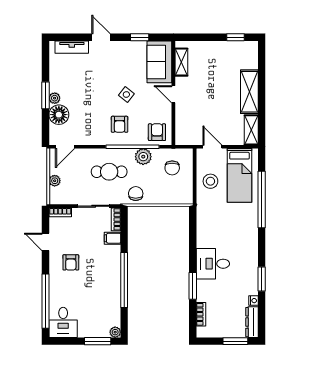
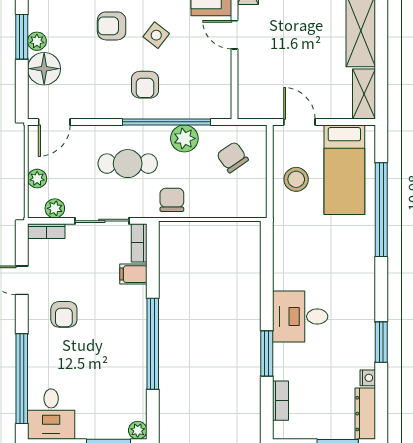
armchair: (157, 132) -> (112, 26), moved, turned -90
chair: (172, 168) -> (232, 157), turned 145
plant: (65, 199) -> (55, 208), added

